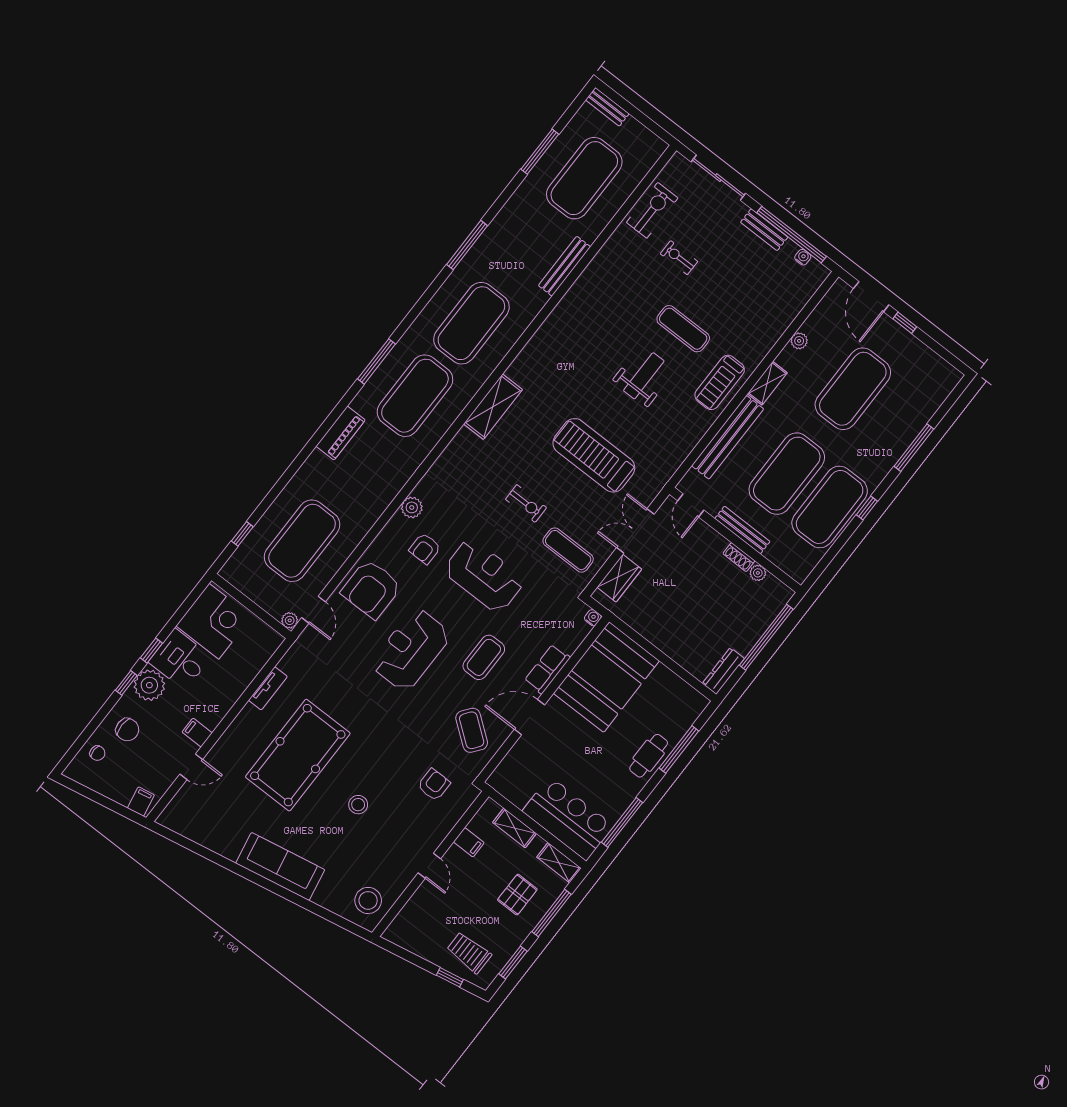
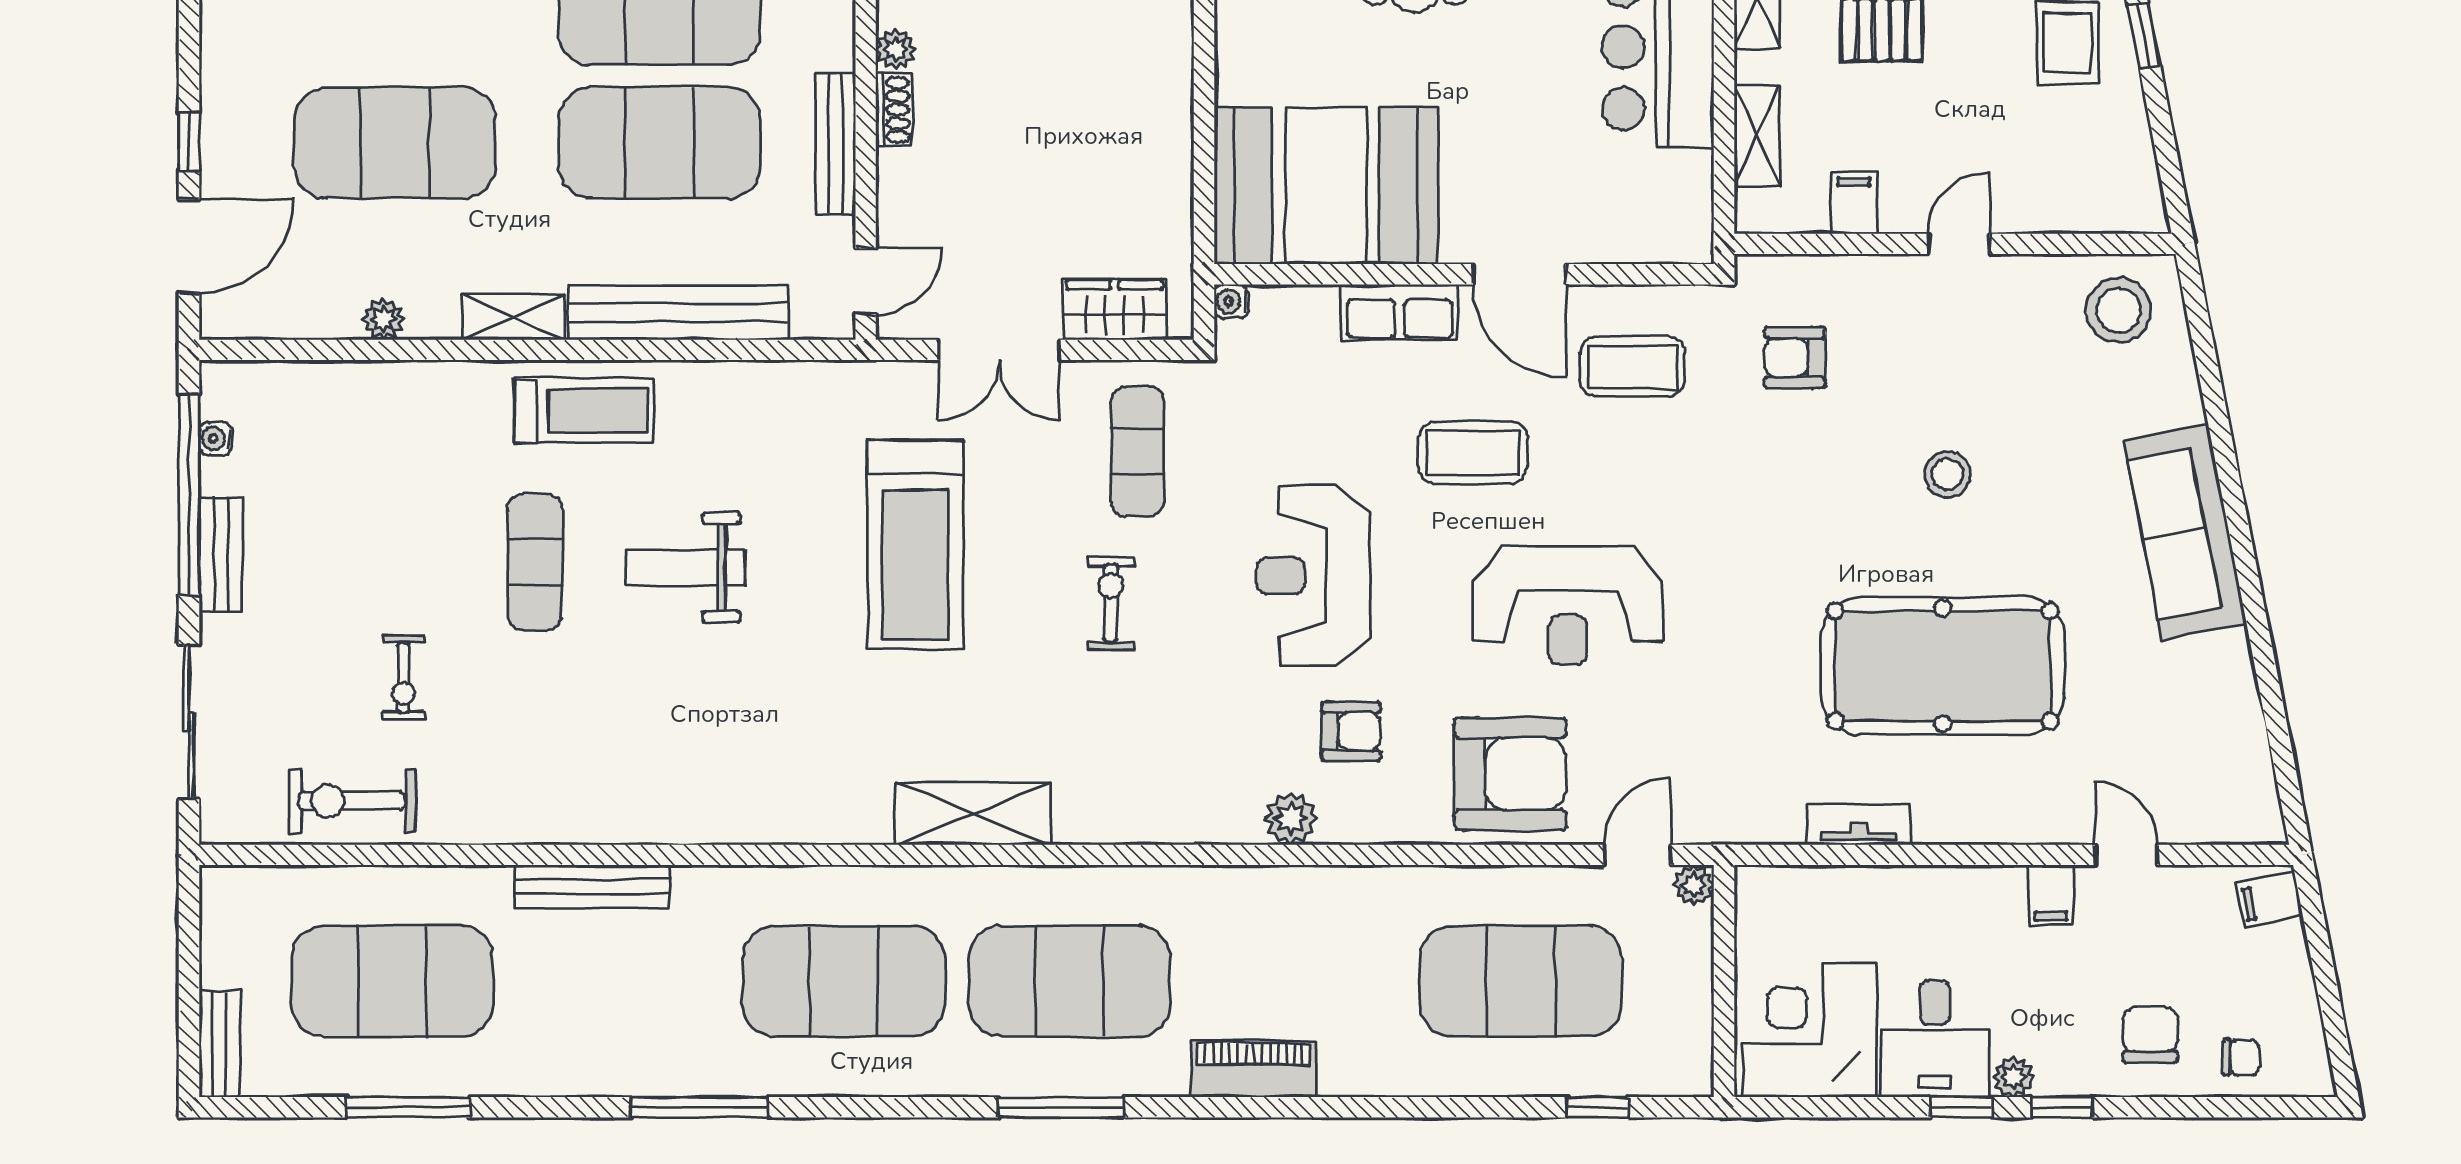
plant: (149, 685) -> (2013, 1077), width x0.53, depth x0.53
coffee table: (472, 730) -> (1632, 366), turned 53
chair: (97, 753) -> (2241, 1057), turned 90

